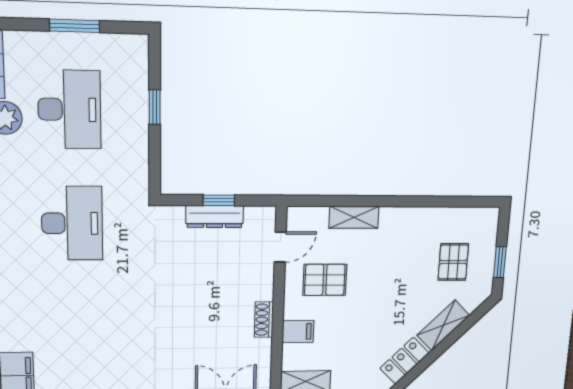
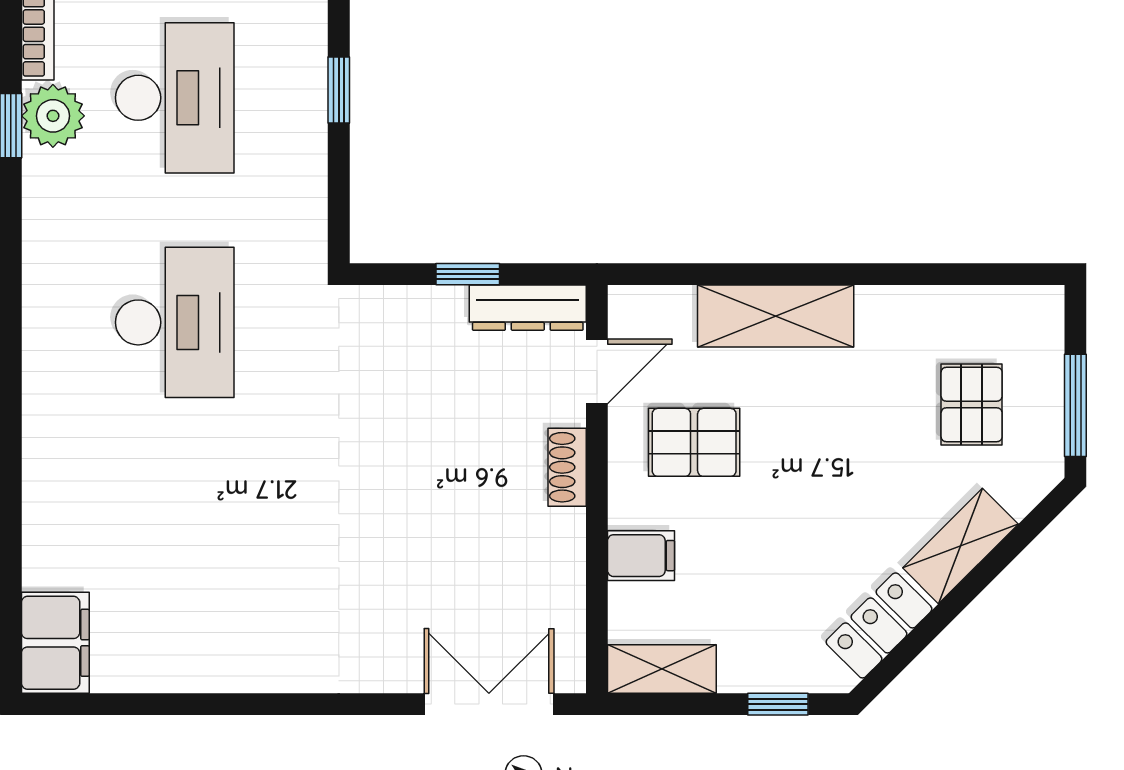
dresser: (215, 217) -> (528, 308), moved
shelving: (354, 217) -> (776, 316), width x1.50, depth x1.33
window: (500, 262) -> (1075, 405), width x1.50
shoe rack: (264, 320) -> (567, 467), moved

